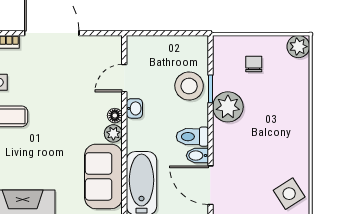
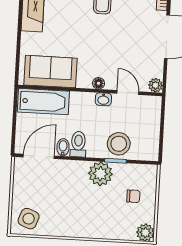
plant: (113, 133) -> (155, 85), moved
side table: (289, 194) -> (29, 219), turned -37

